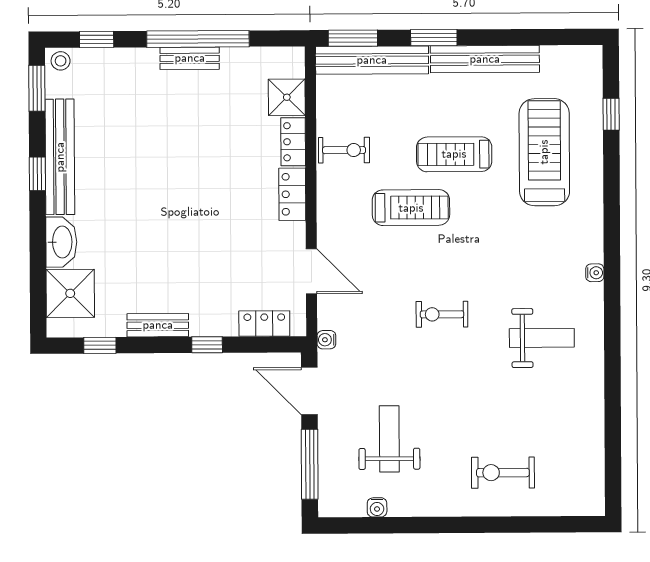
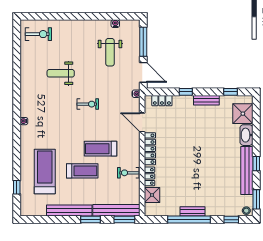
treadmill: (544, 152) -> (45, 171), turned 180
locker: (292, 194) -> (150, 149), width x1.53
weight bench: (542, 338) -> (61, 73), moved
exercise bike: (503, 473) -> (38, 34), moved

